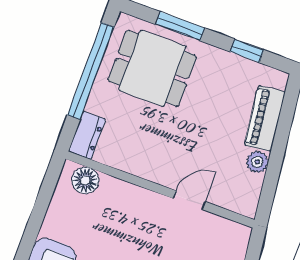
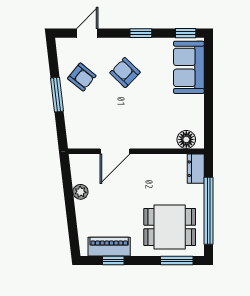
window: (180, 26) -> (177, 260), moved
piano: (265, 119) -> (109, 247), moved, turned -83
door: (189, 200) -> (115, 151), width x1.38

